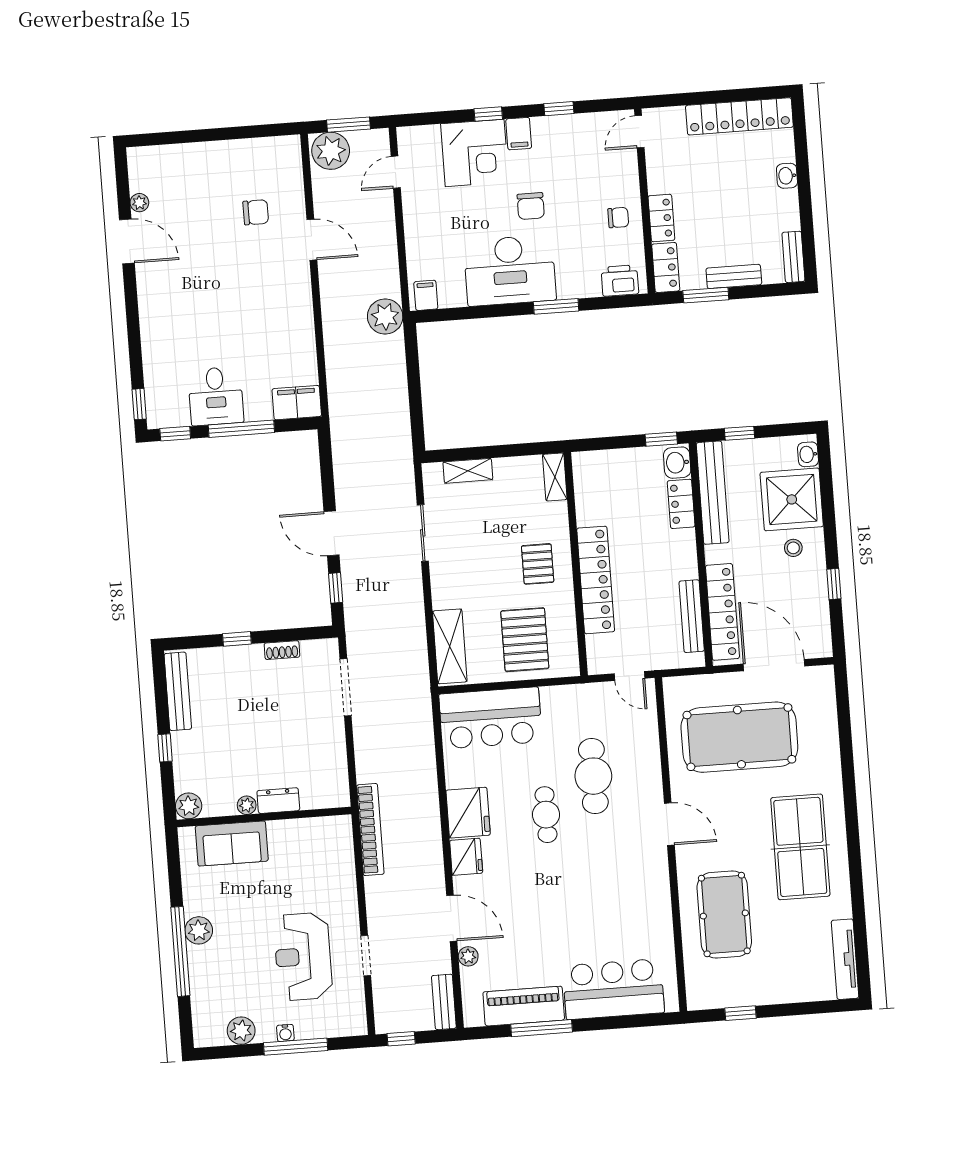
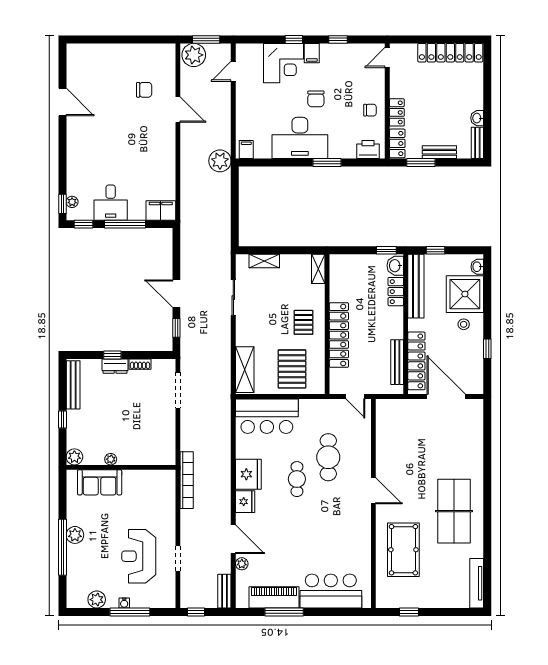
washbasin: (787, 176) -> (477, 118), moved
plant: (139, 203) -> (72, 202), moved
pool table: (739, 737) -> (421, 440), removed
dresser: (278, 801) -> (115, 366), moved, turned 180

